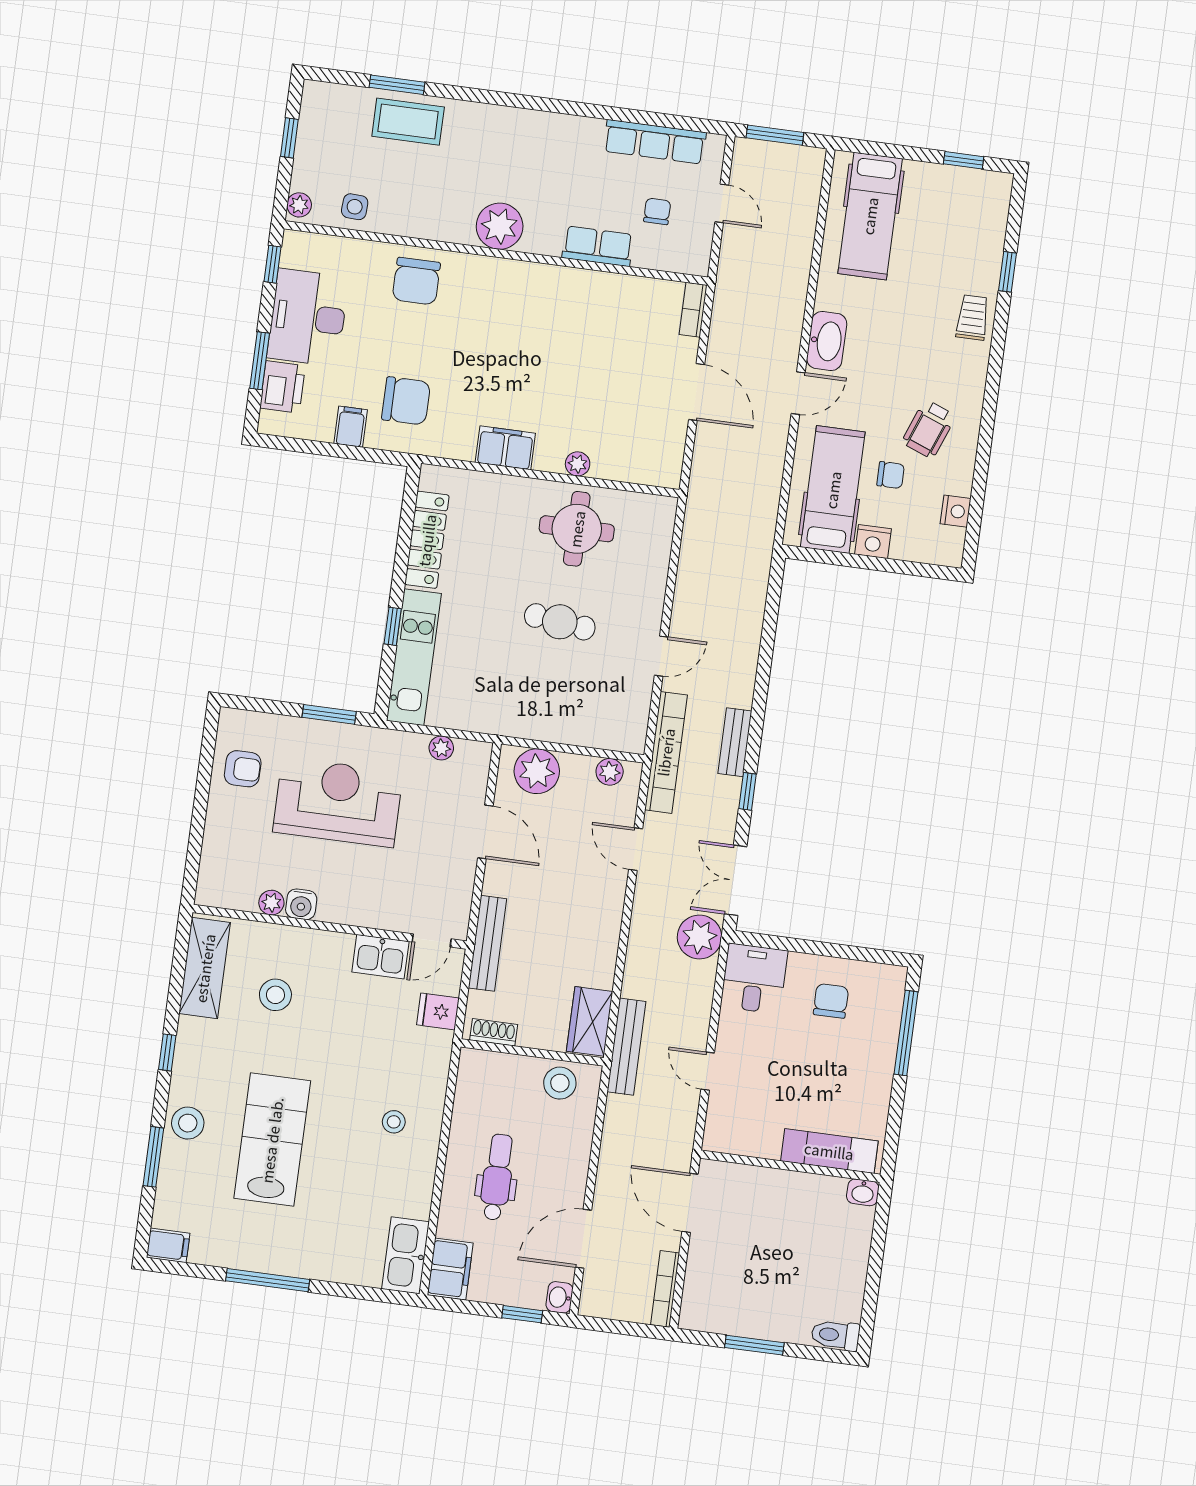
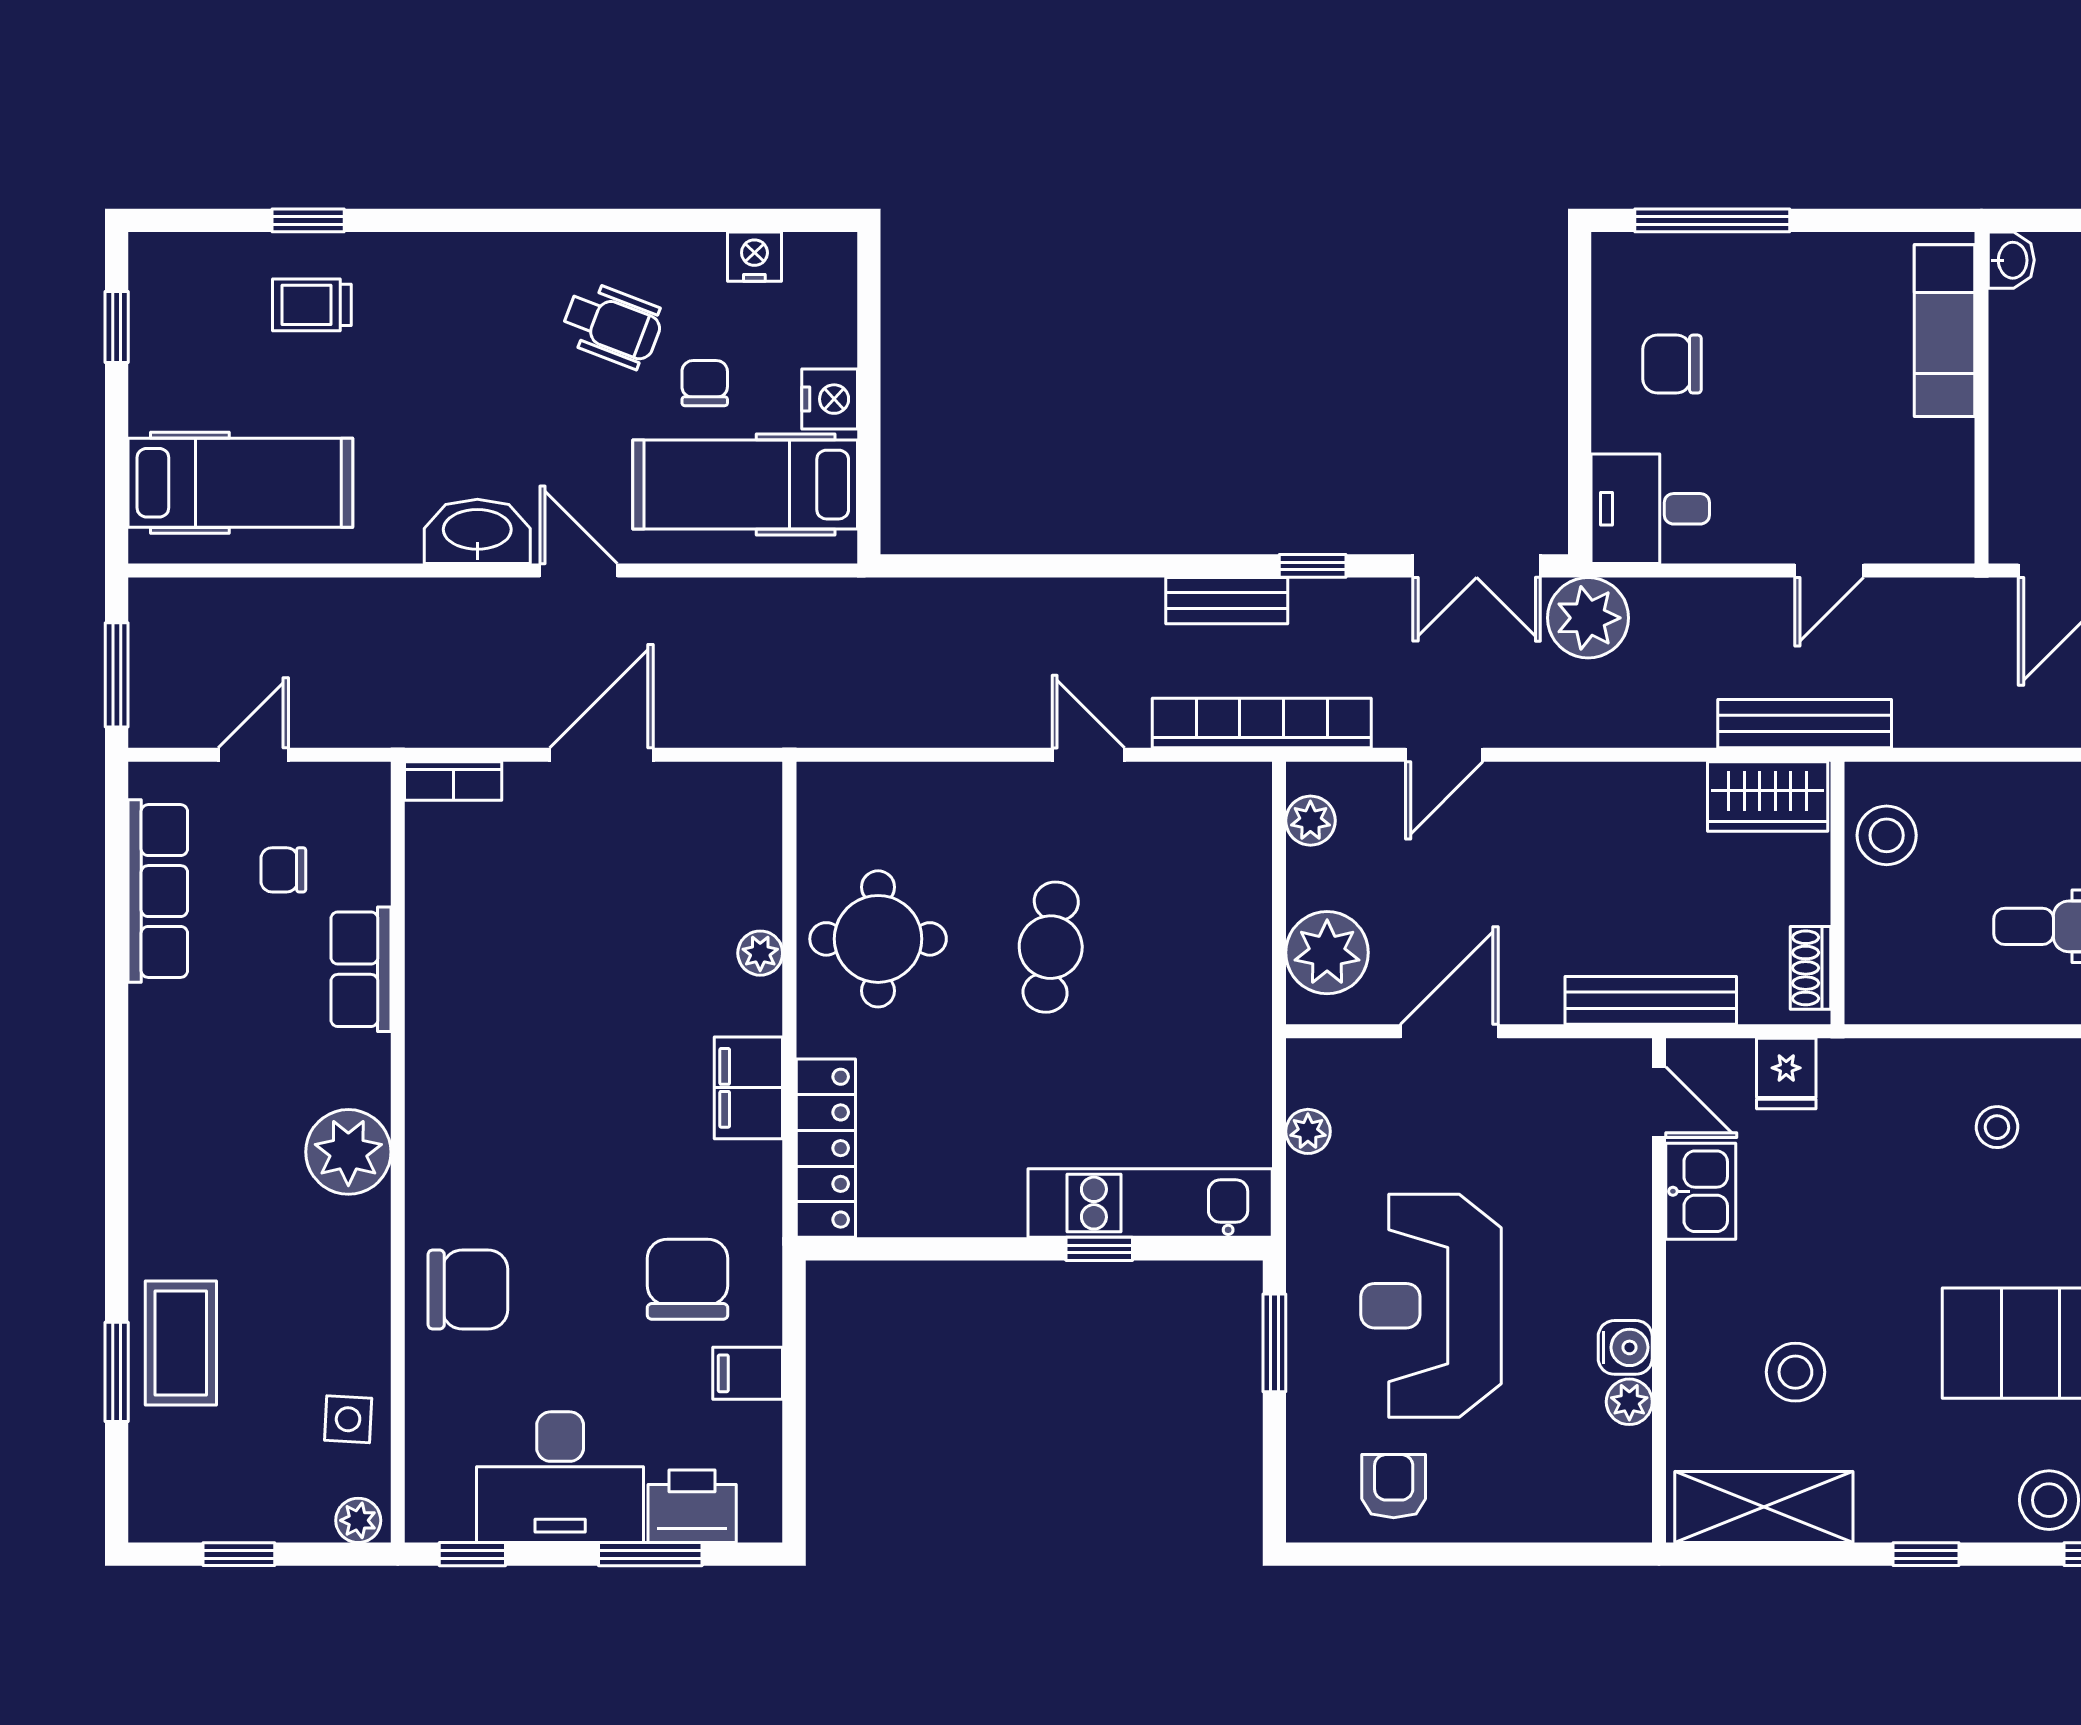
trolley: (972, 318) -> (312, 305), moved
locker: (427, 540) -> (826, 1148), moved, turned 90

